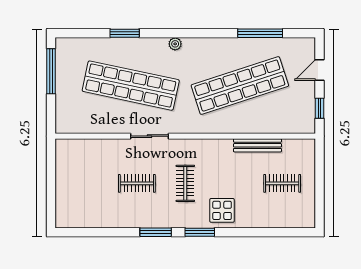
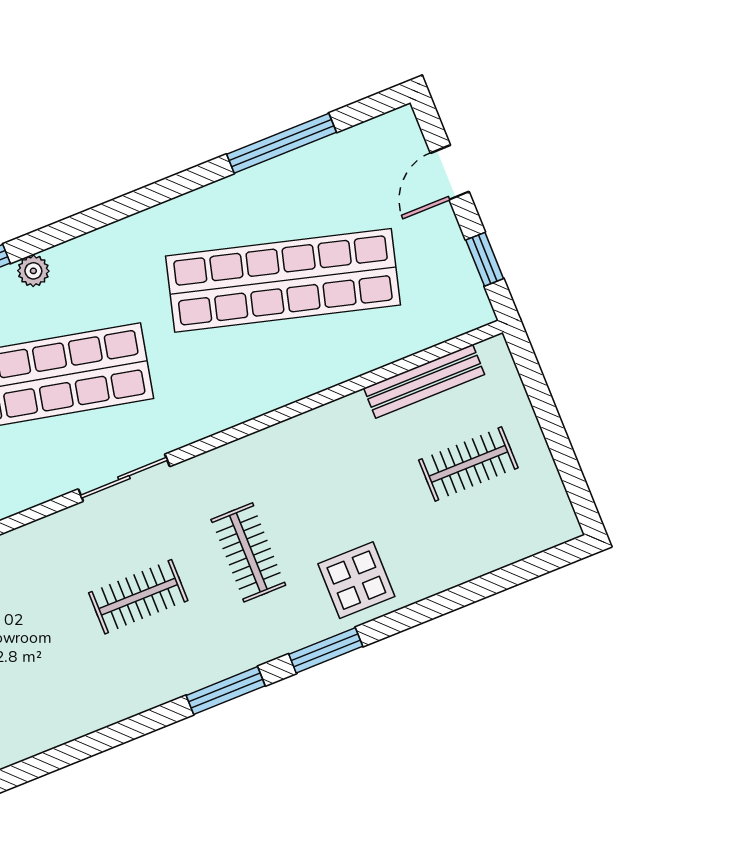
plant: (175, 44) -> (33, 271), moved
shop shelf: (240, 86) -> (283, 280), turned 33
bench: (257, 145) -> (424, 381), moved

